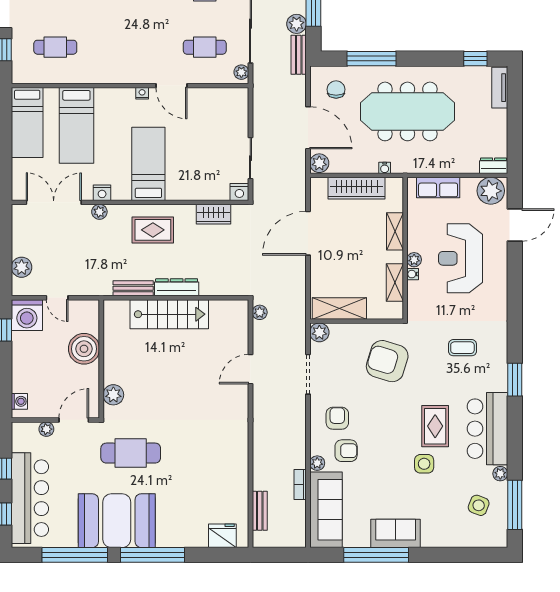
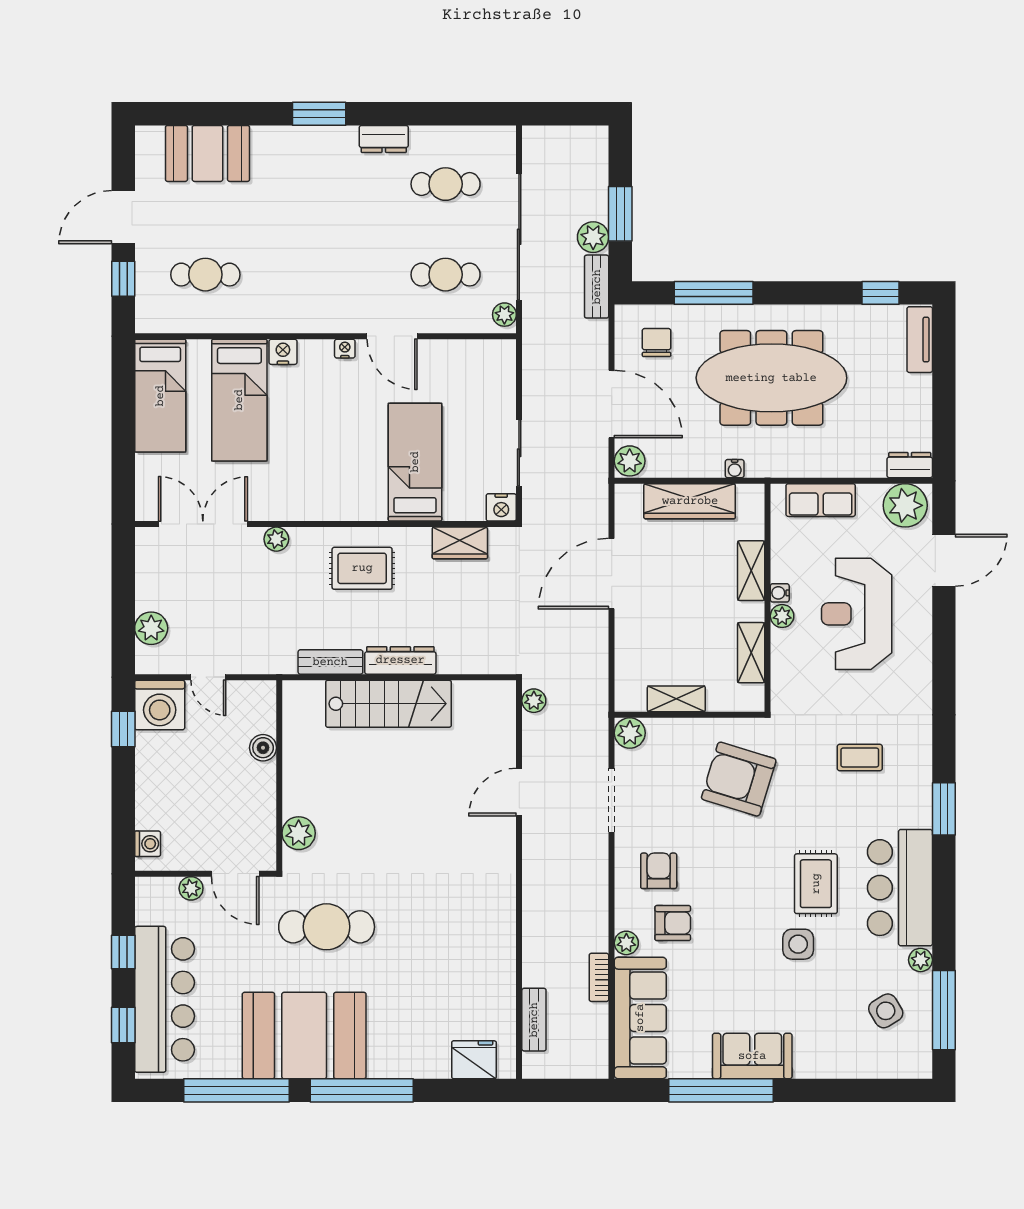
bed: (148, 164) -> (415, 462), moved
nightstand: (102, 193) -> (283, 352), moved, turned 180
water cooler: (413, 274) -> (780, 593), moved
shelving: (339, 308) -> (676, 699), width x0.67, depth x0.75
boiler: (84, 349) -> (263, 748), width x0.54, depth x0.54
door: (74, 420) -> (235, 874), swing flipped
side table: (479, 505) -> (886, 1011), turned 38

